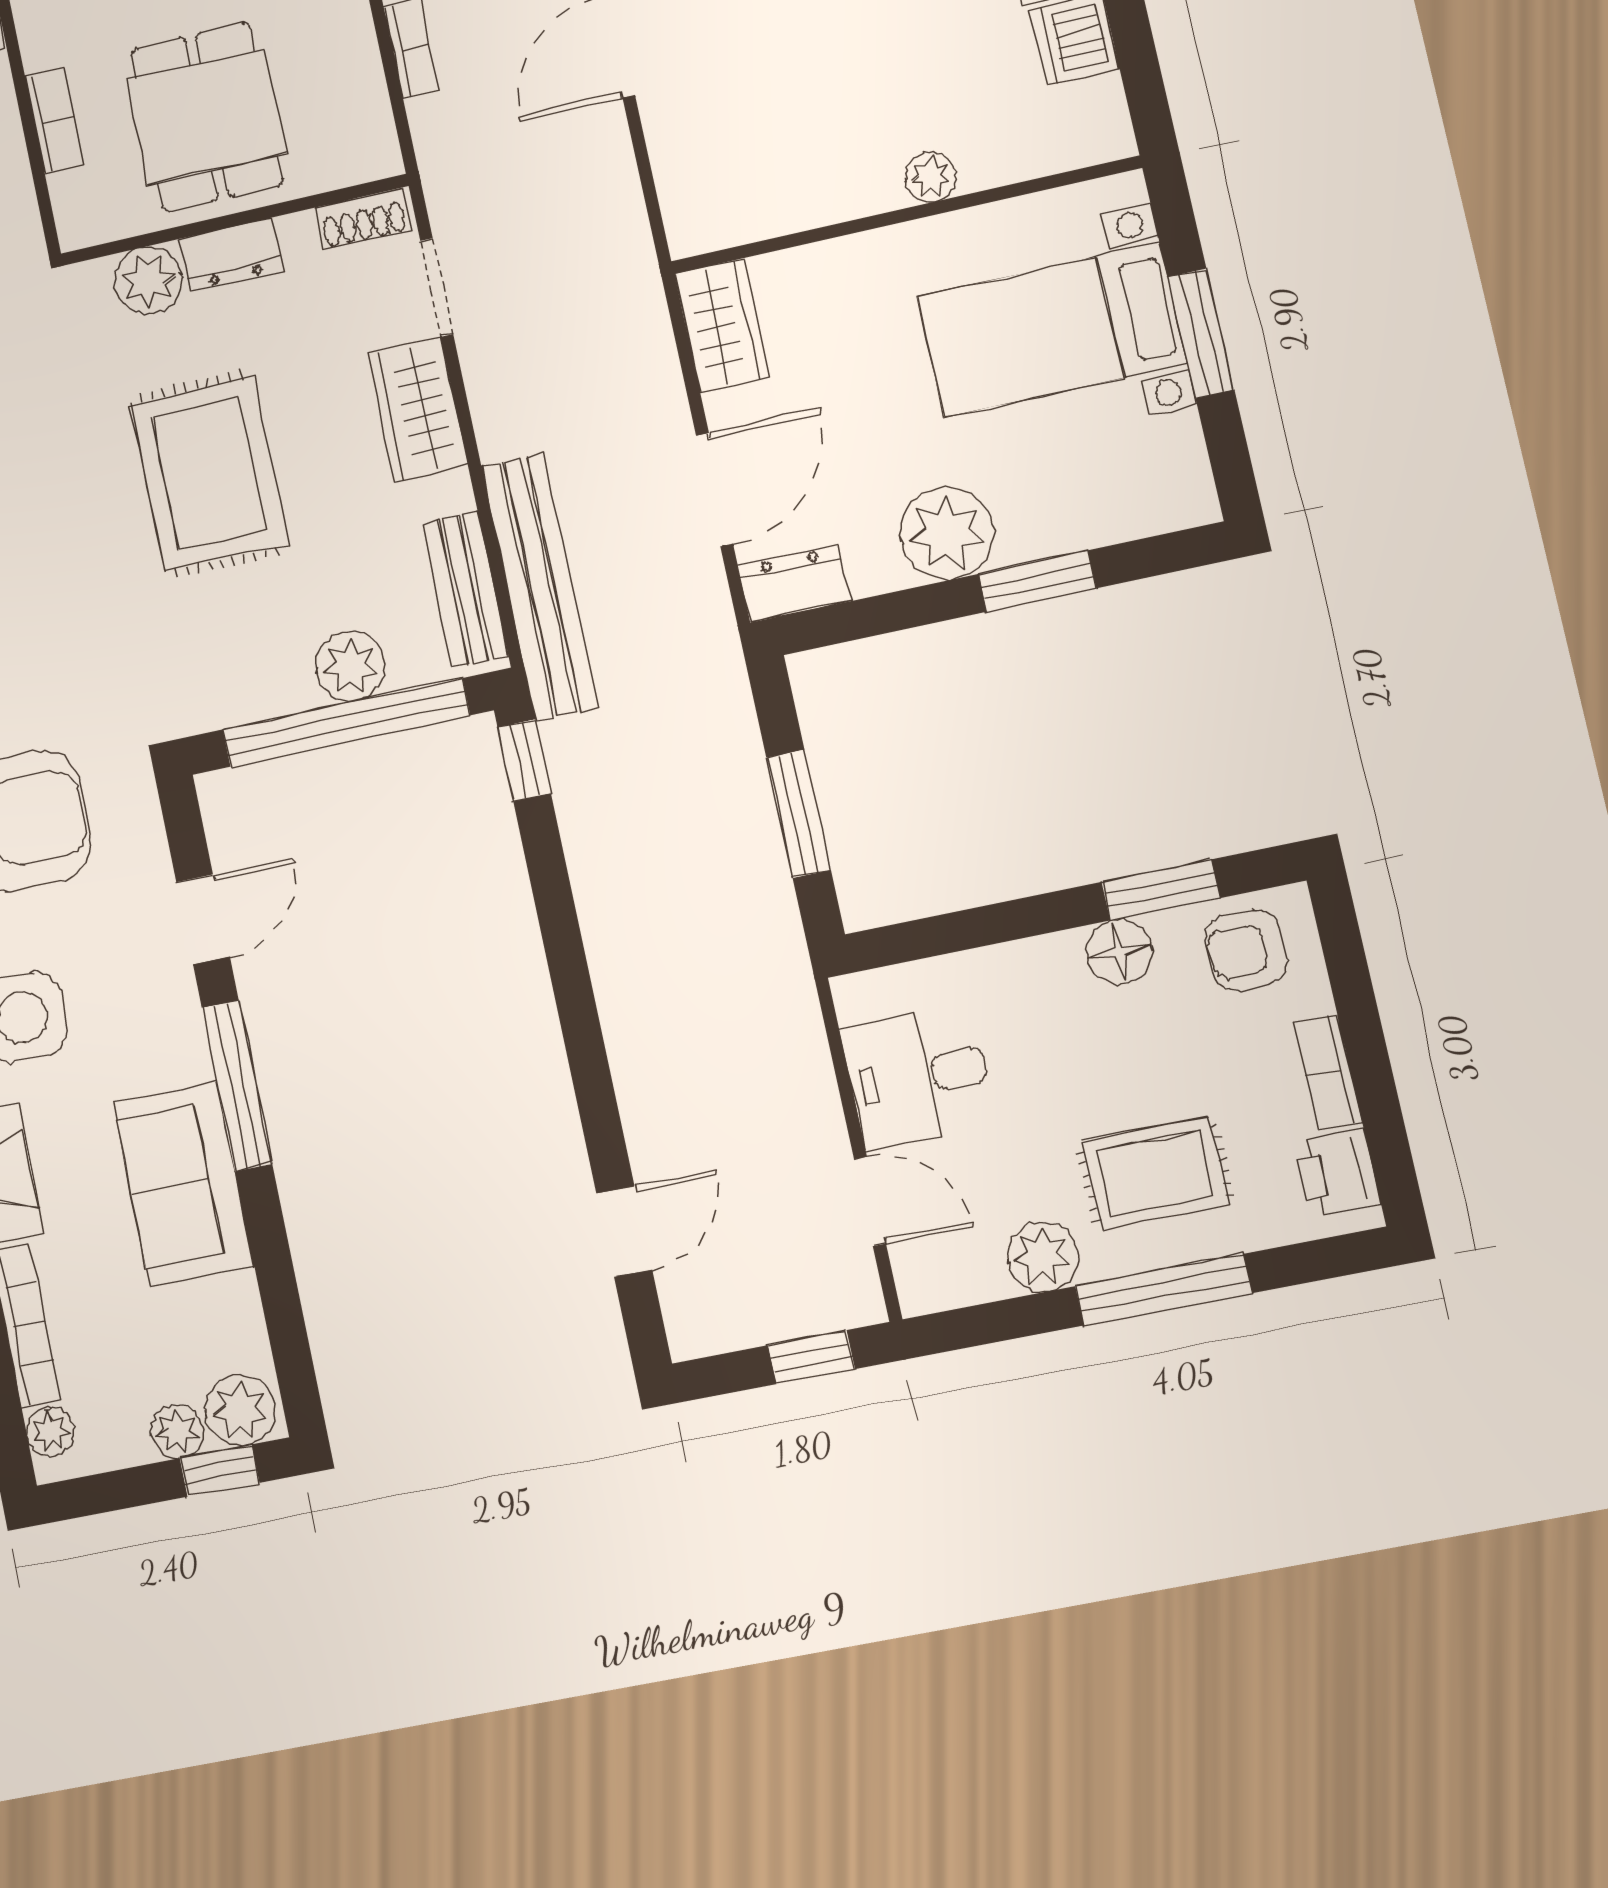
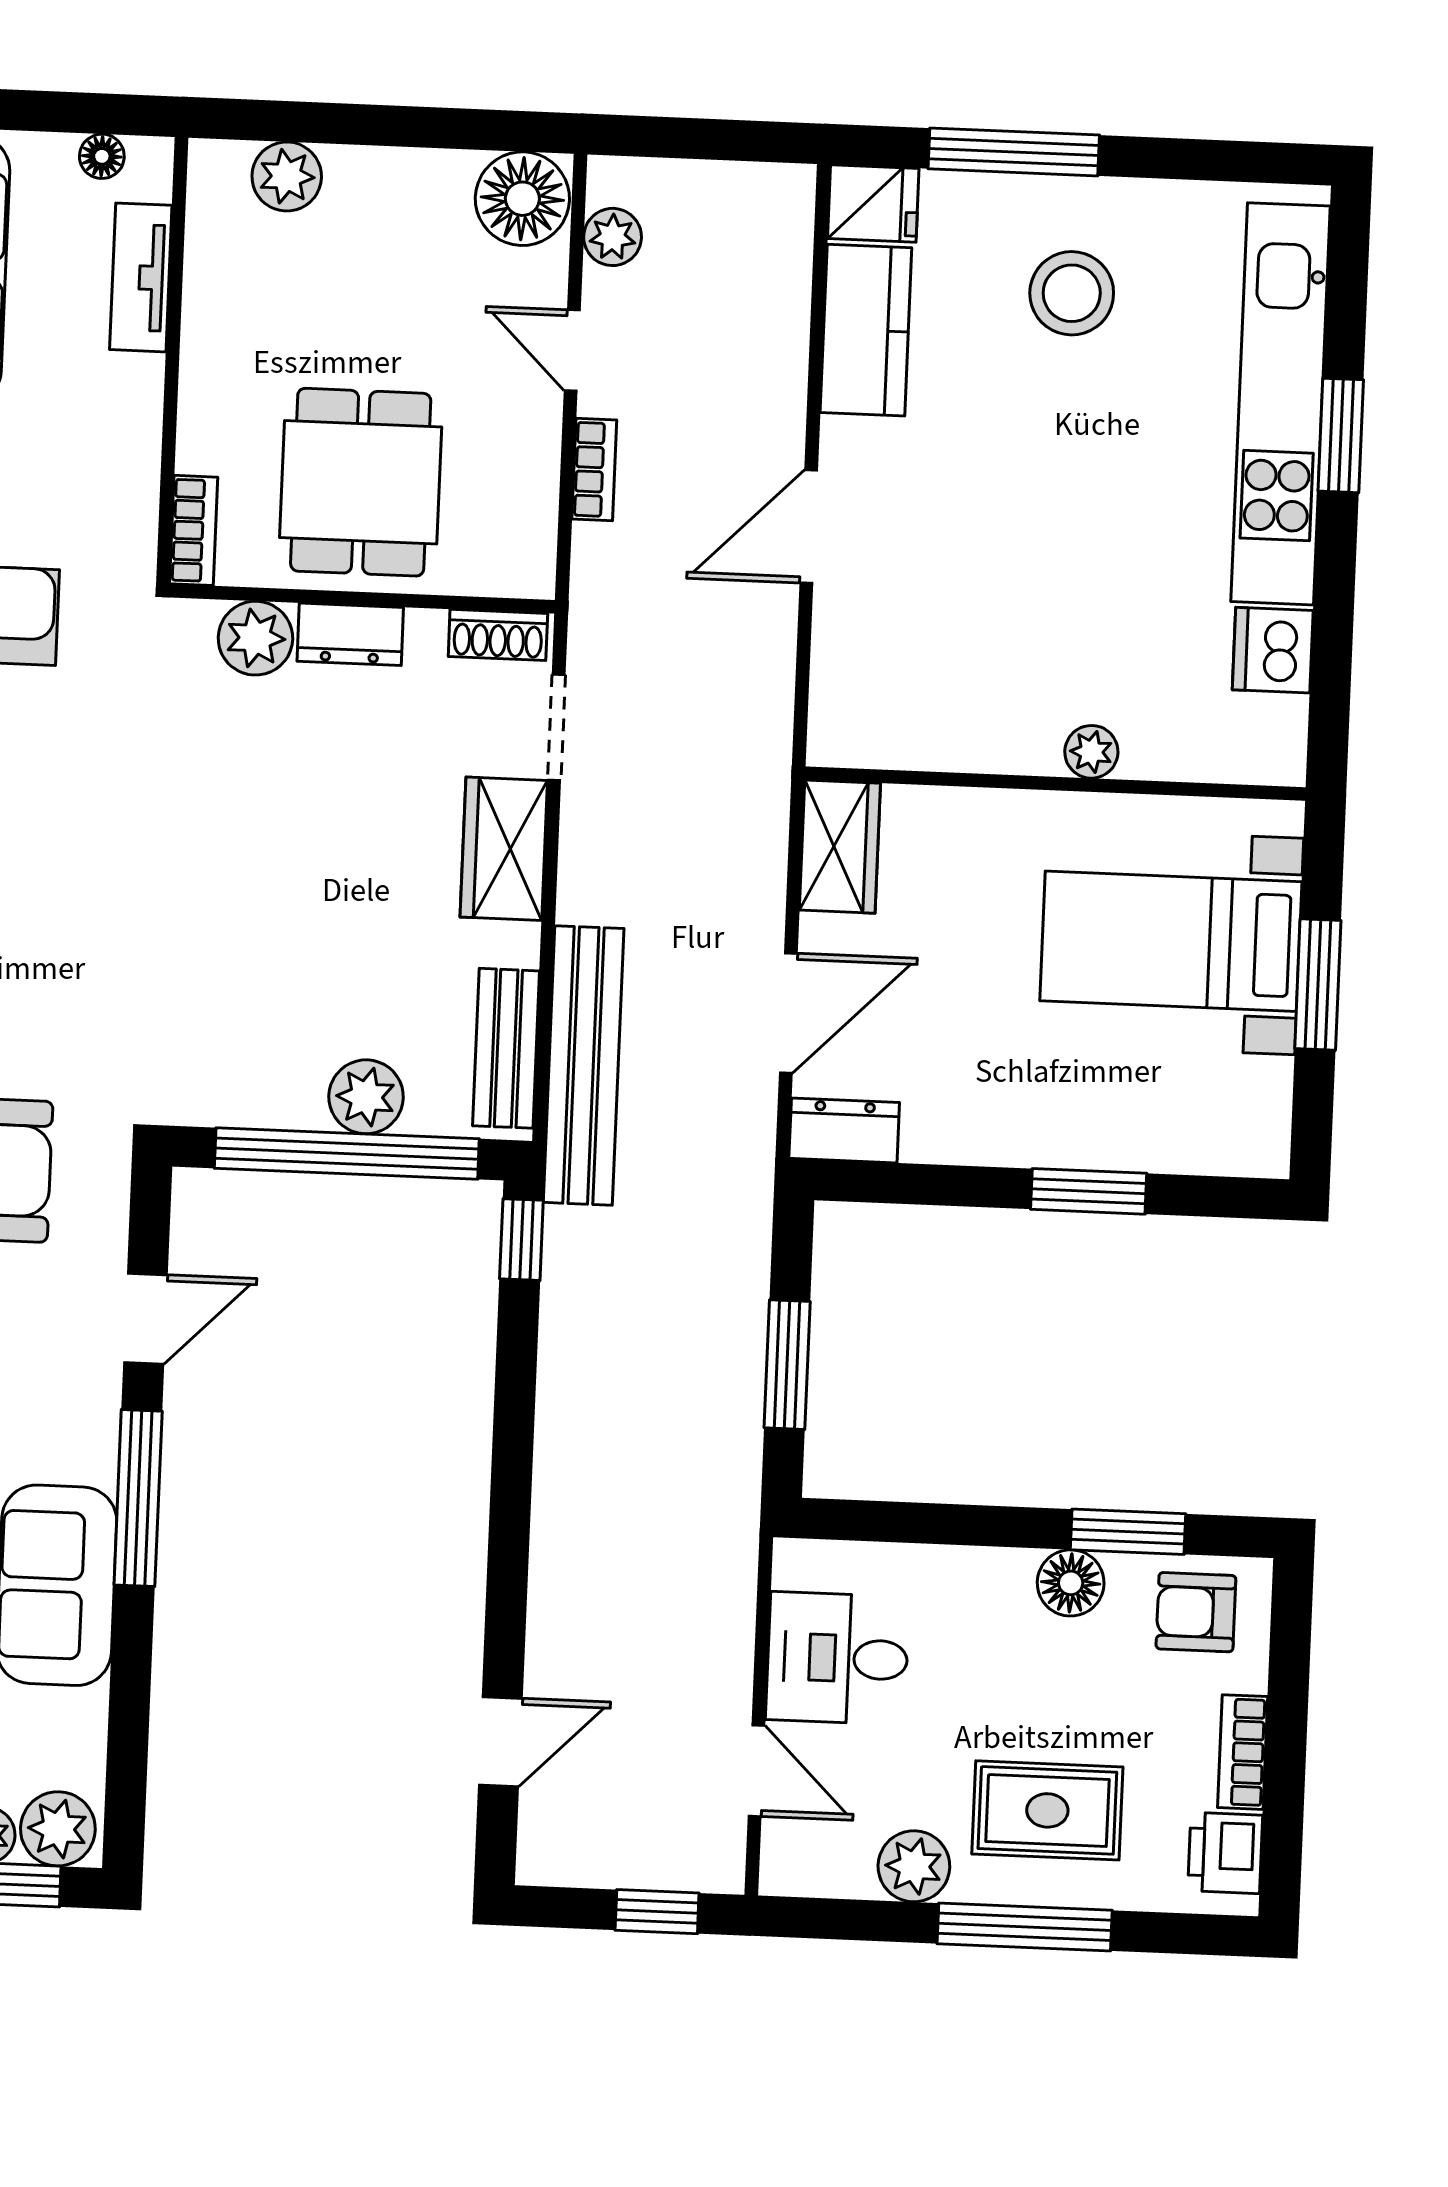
bookcase: (54, 121) -> (194, 530), moved
rug: (209, 474) -> (268, 858), removed
plant: (947, 533) -> (1011, 1119), removed

